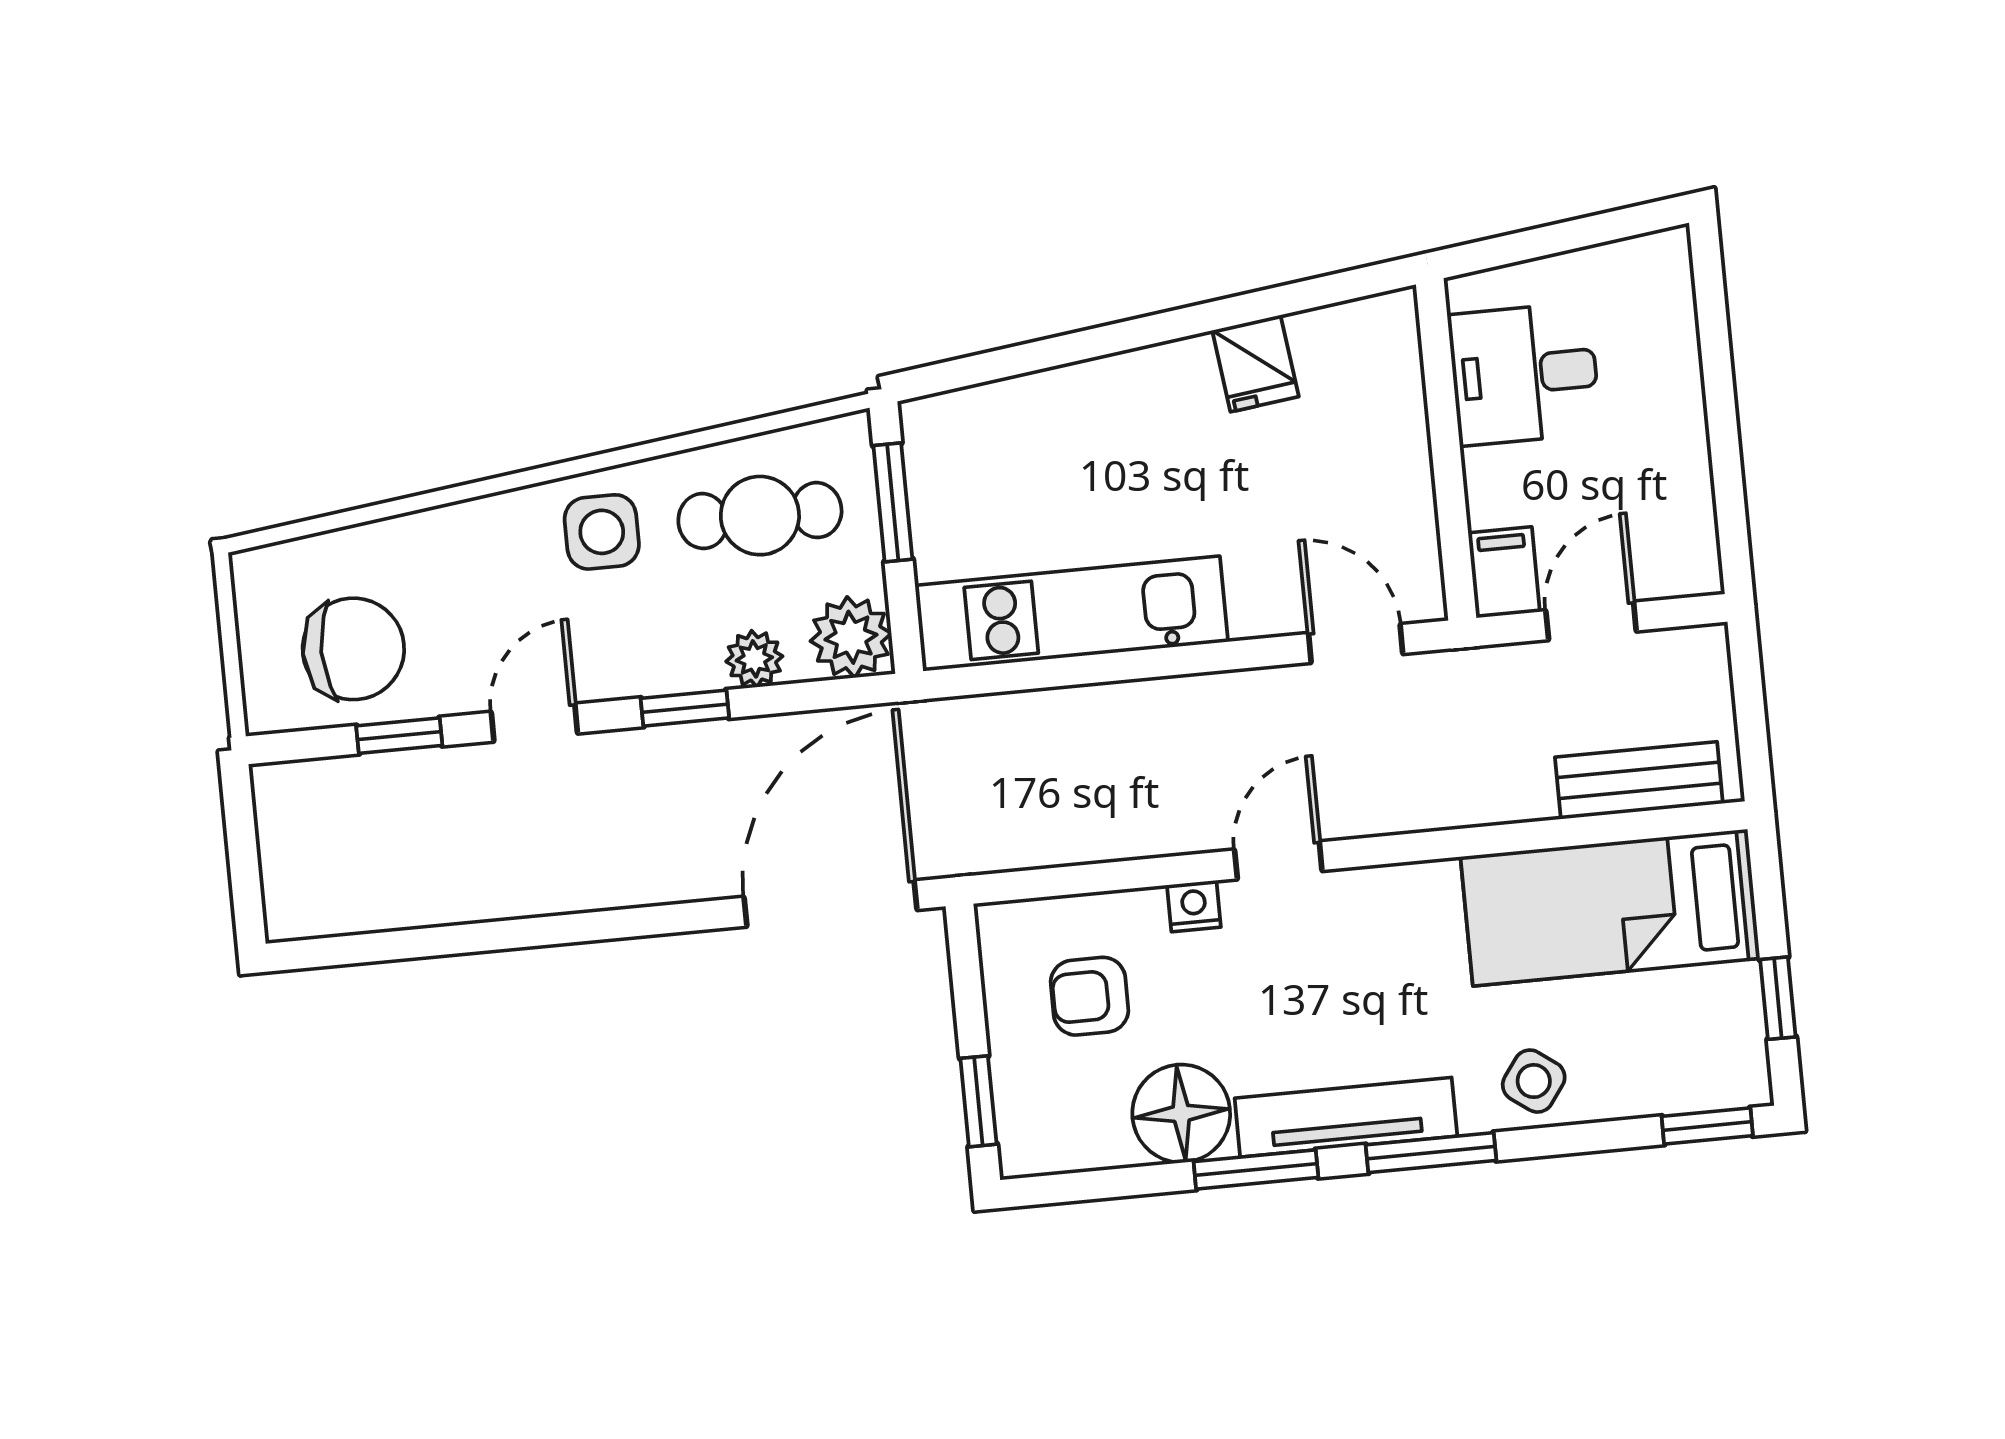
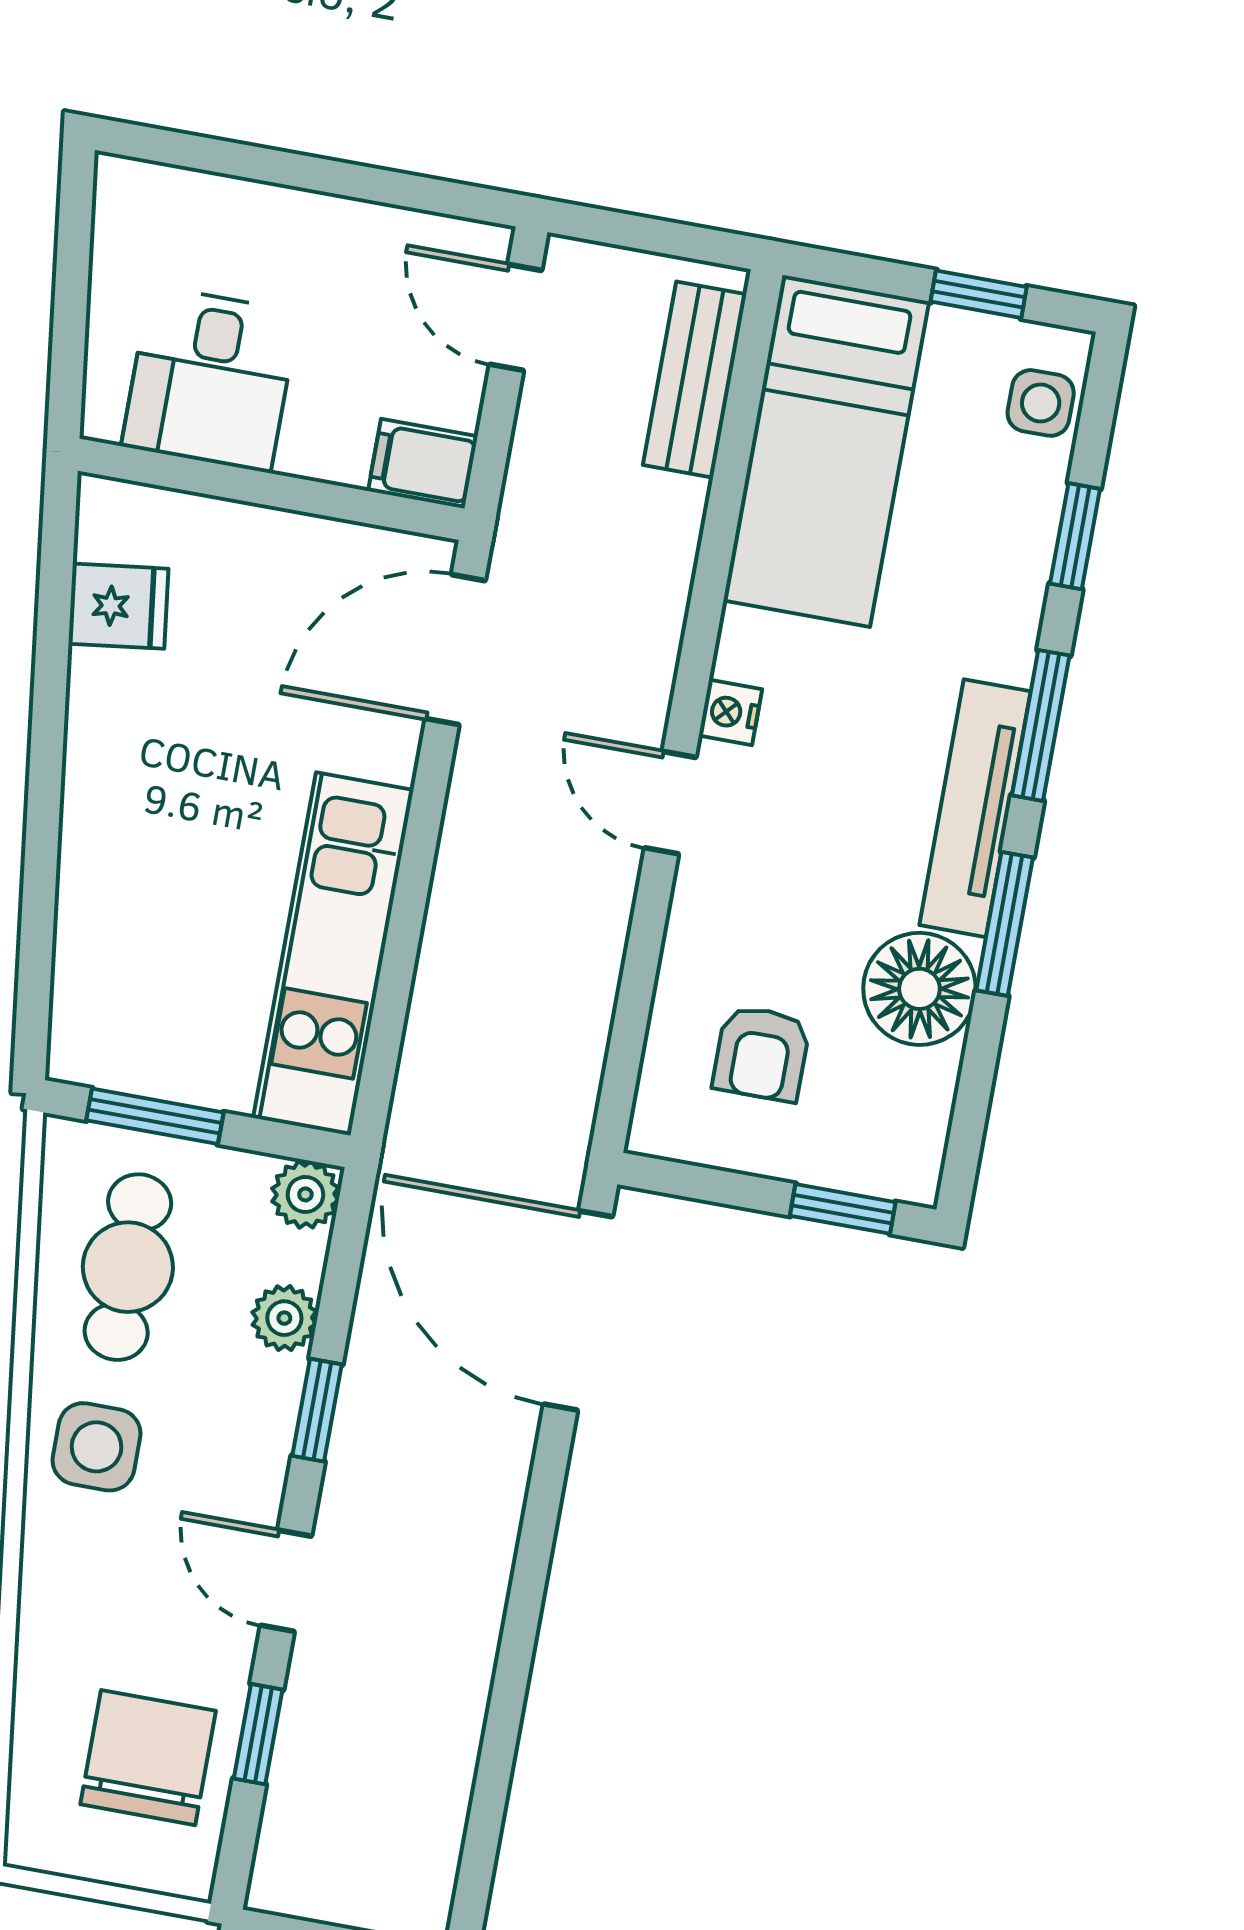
fridge: (1255, 363) -> (118, 606), moved
door: (1591, 621) -> (516, 317), moved
plant: (851, 637) -> (305, 1194), width x0.73, depth x0.73
door: (1356, 644) -> (455, 650), width x1.38
nightstand: (1194, 906) -> (730, 712), moved
side table: (1534, 1081) -> (1041, 403), moved, turned -36
window: (1707, 1126) -> (1075, 536), moved

